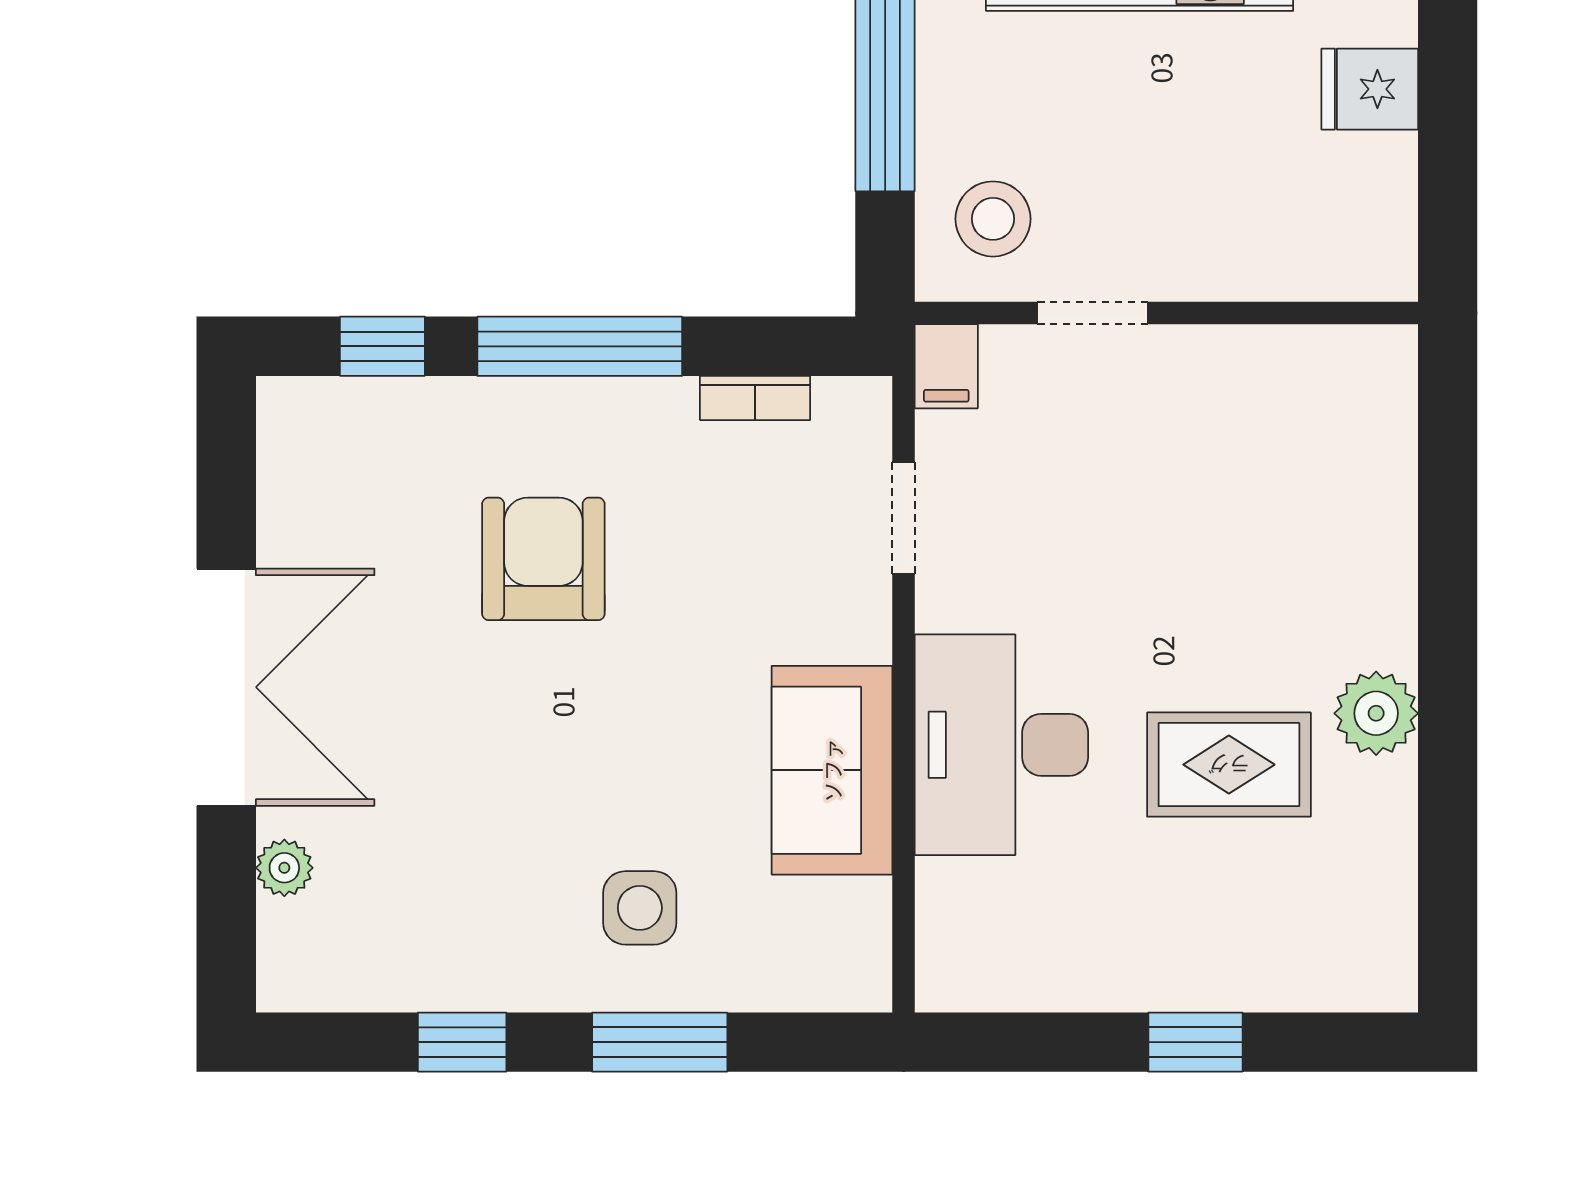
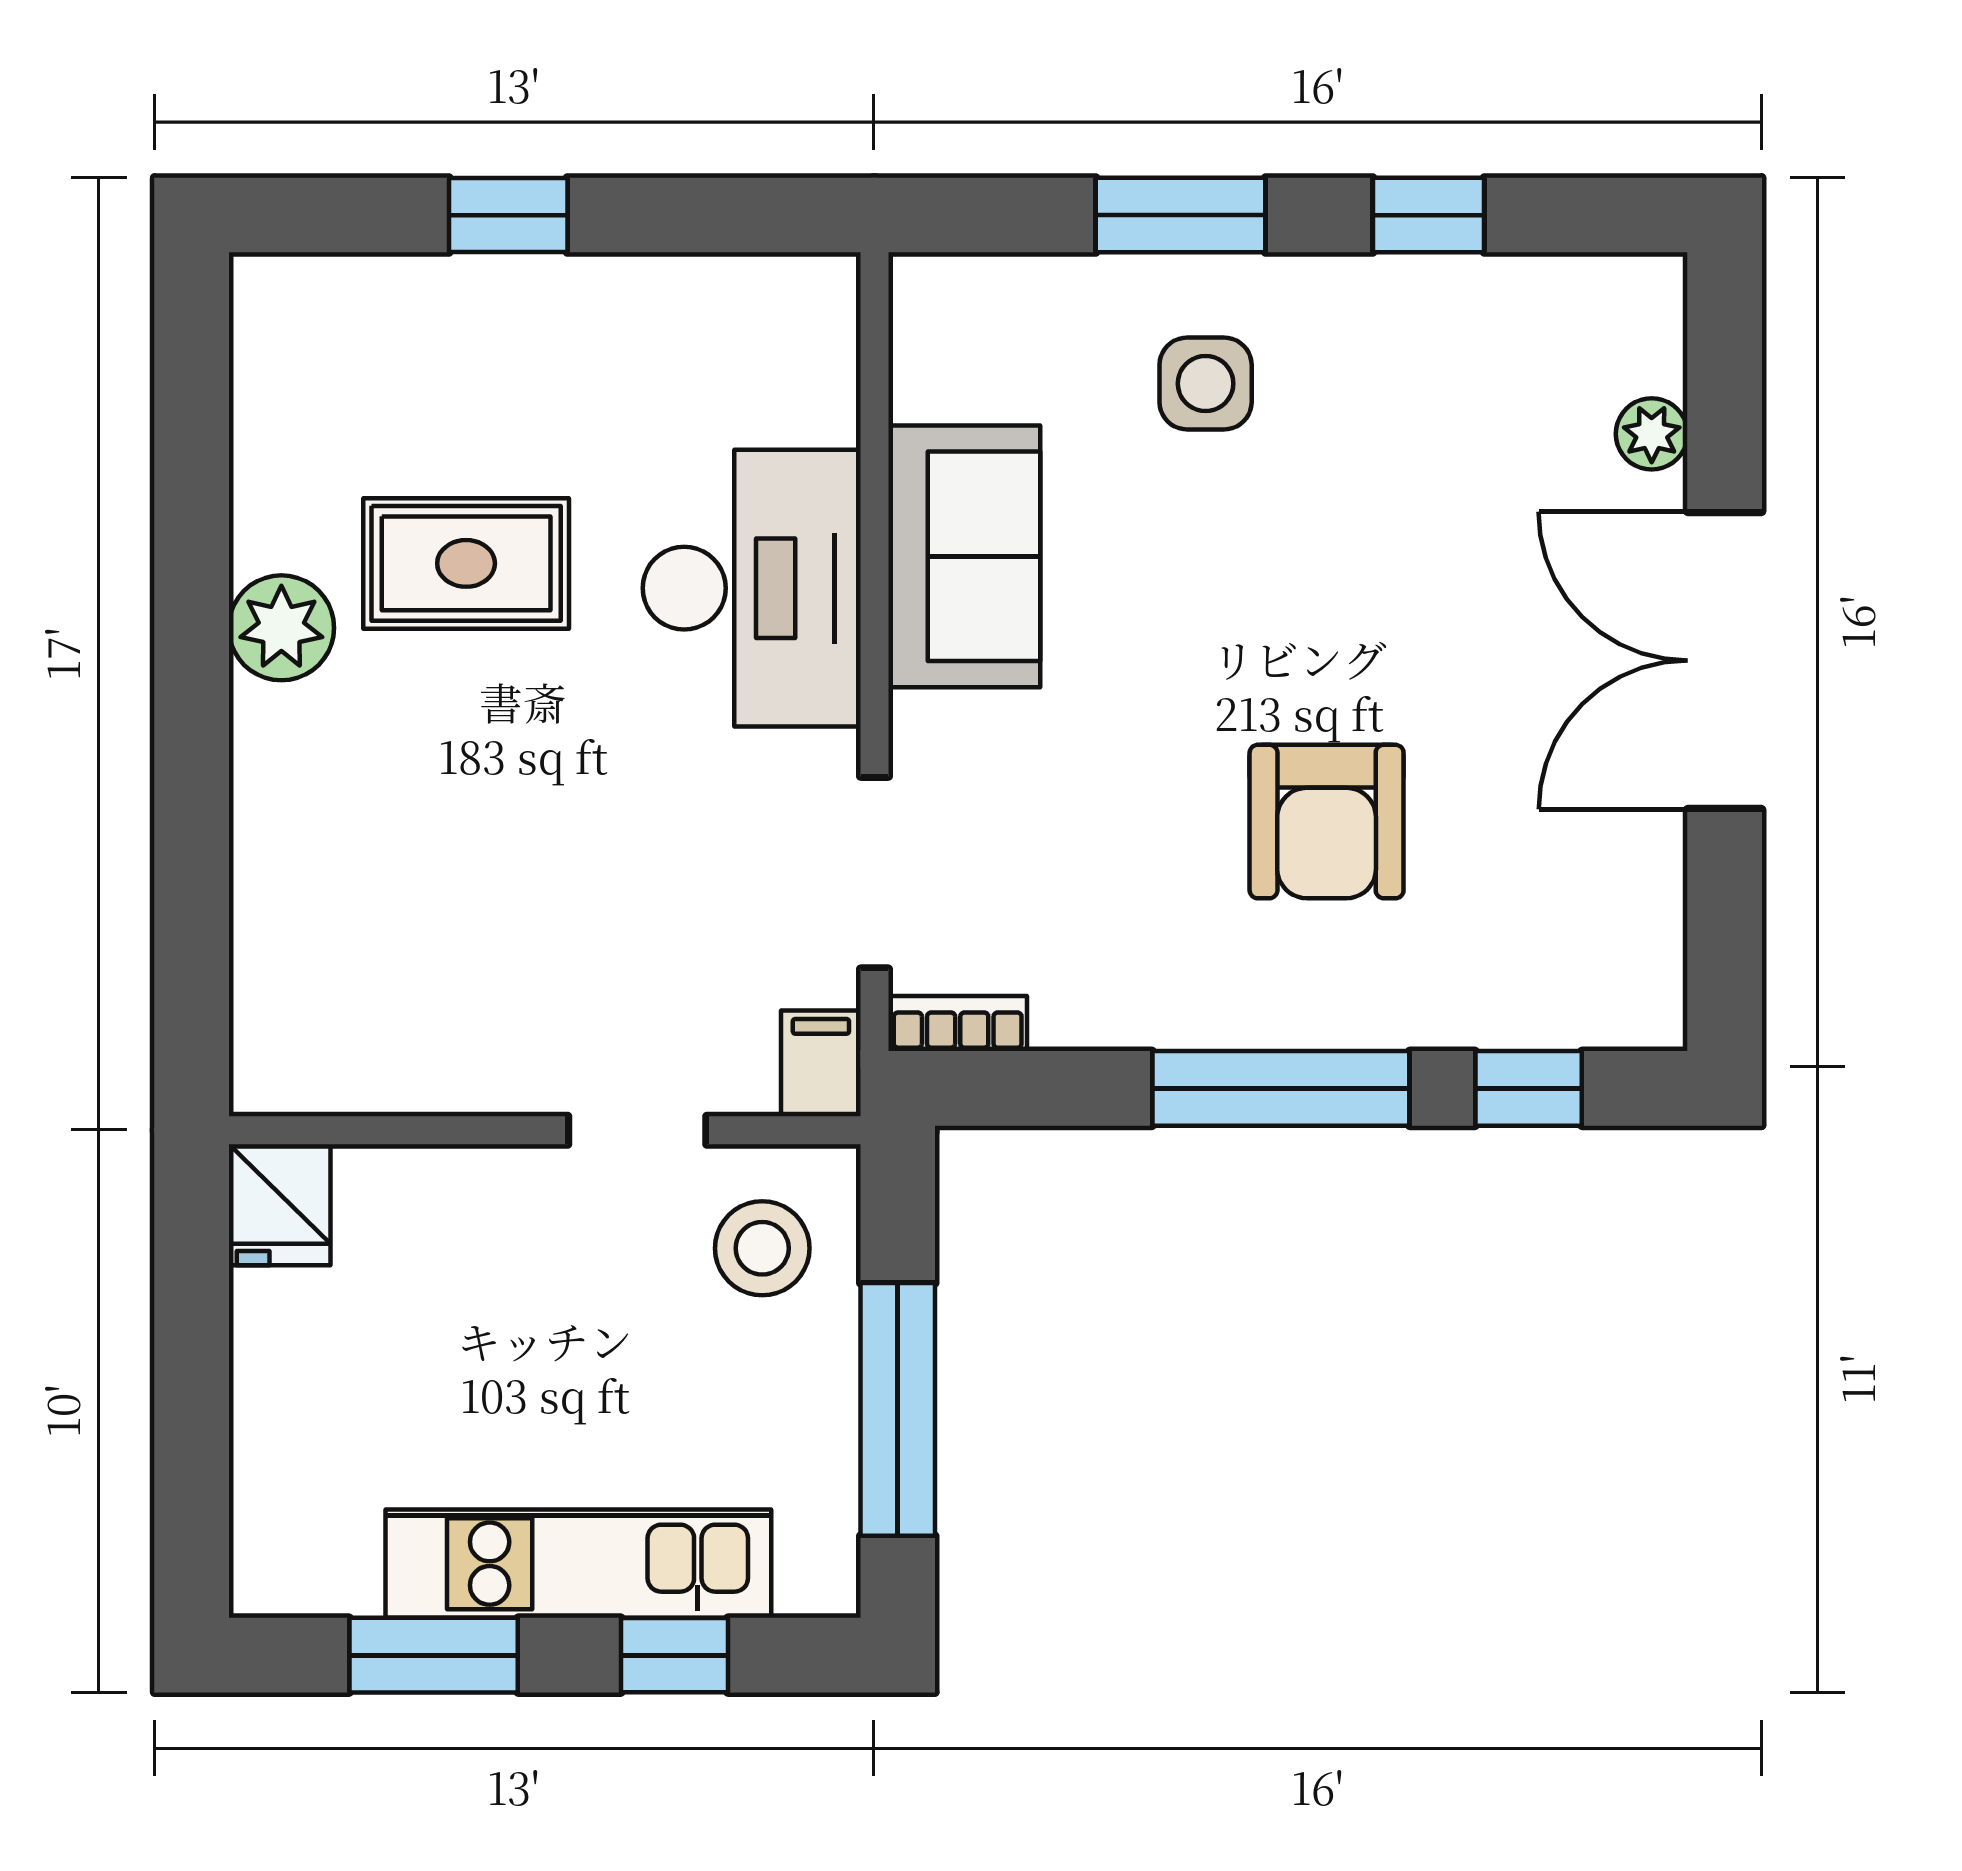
fridge: (1370, 89) -> (280, 1205), moved, turned 90
bookcase: (755, 398) -> (958, 1024), moved
doorway: (904, 518) -> (874, 873), width x1.38

